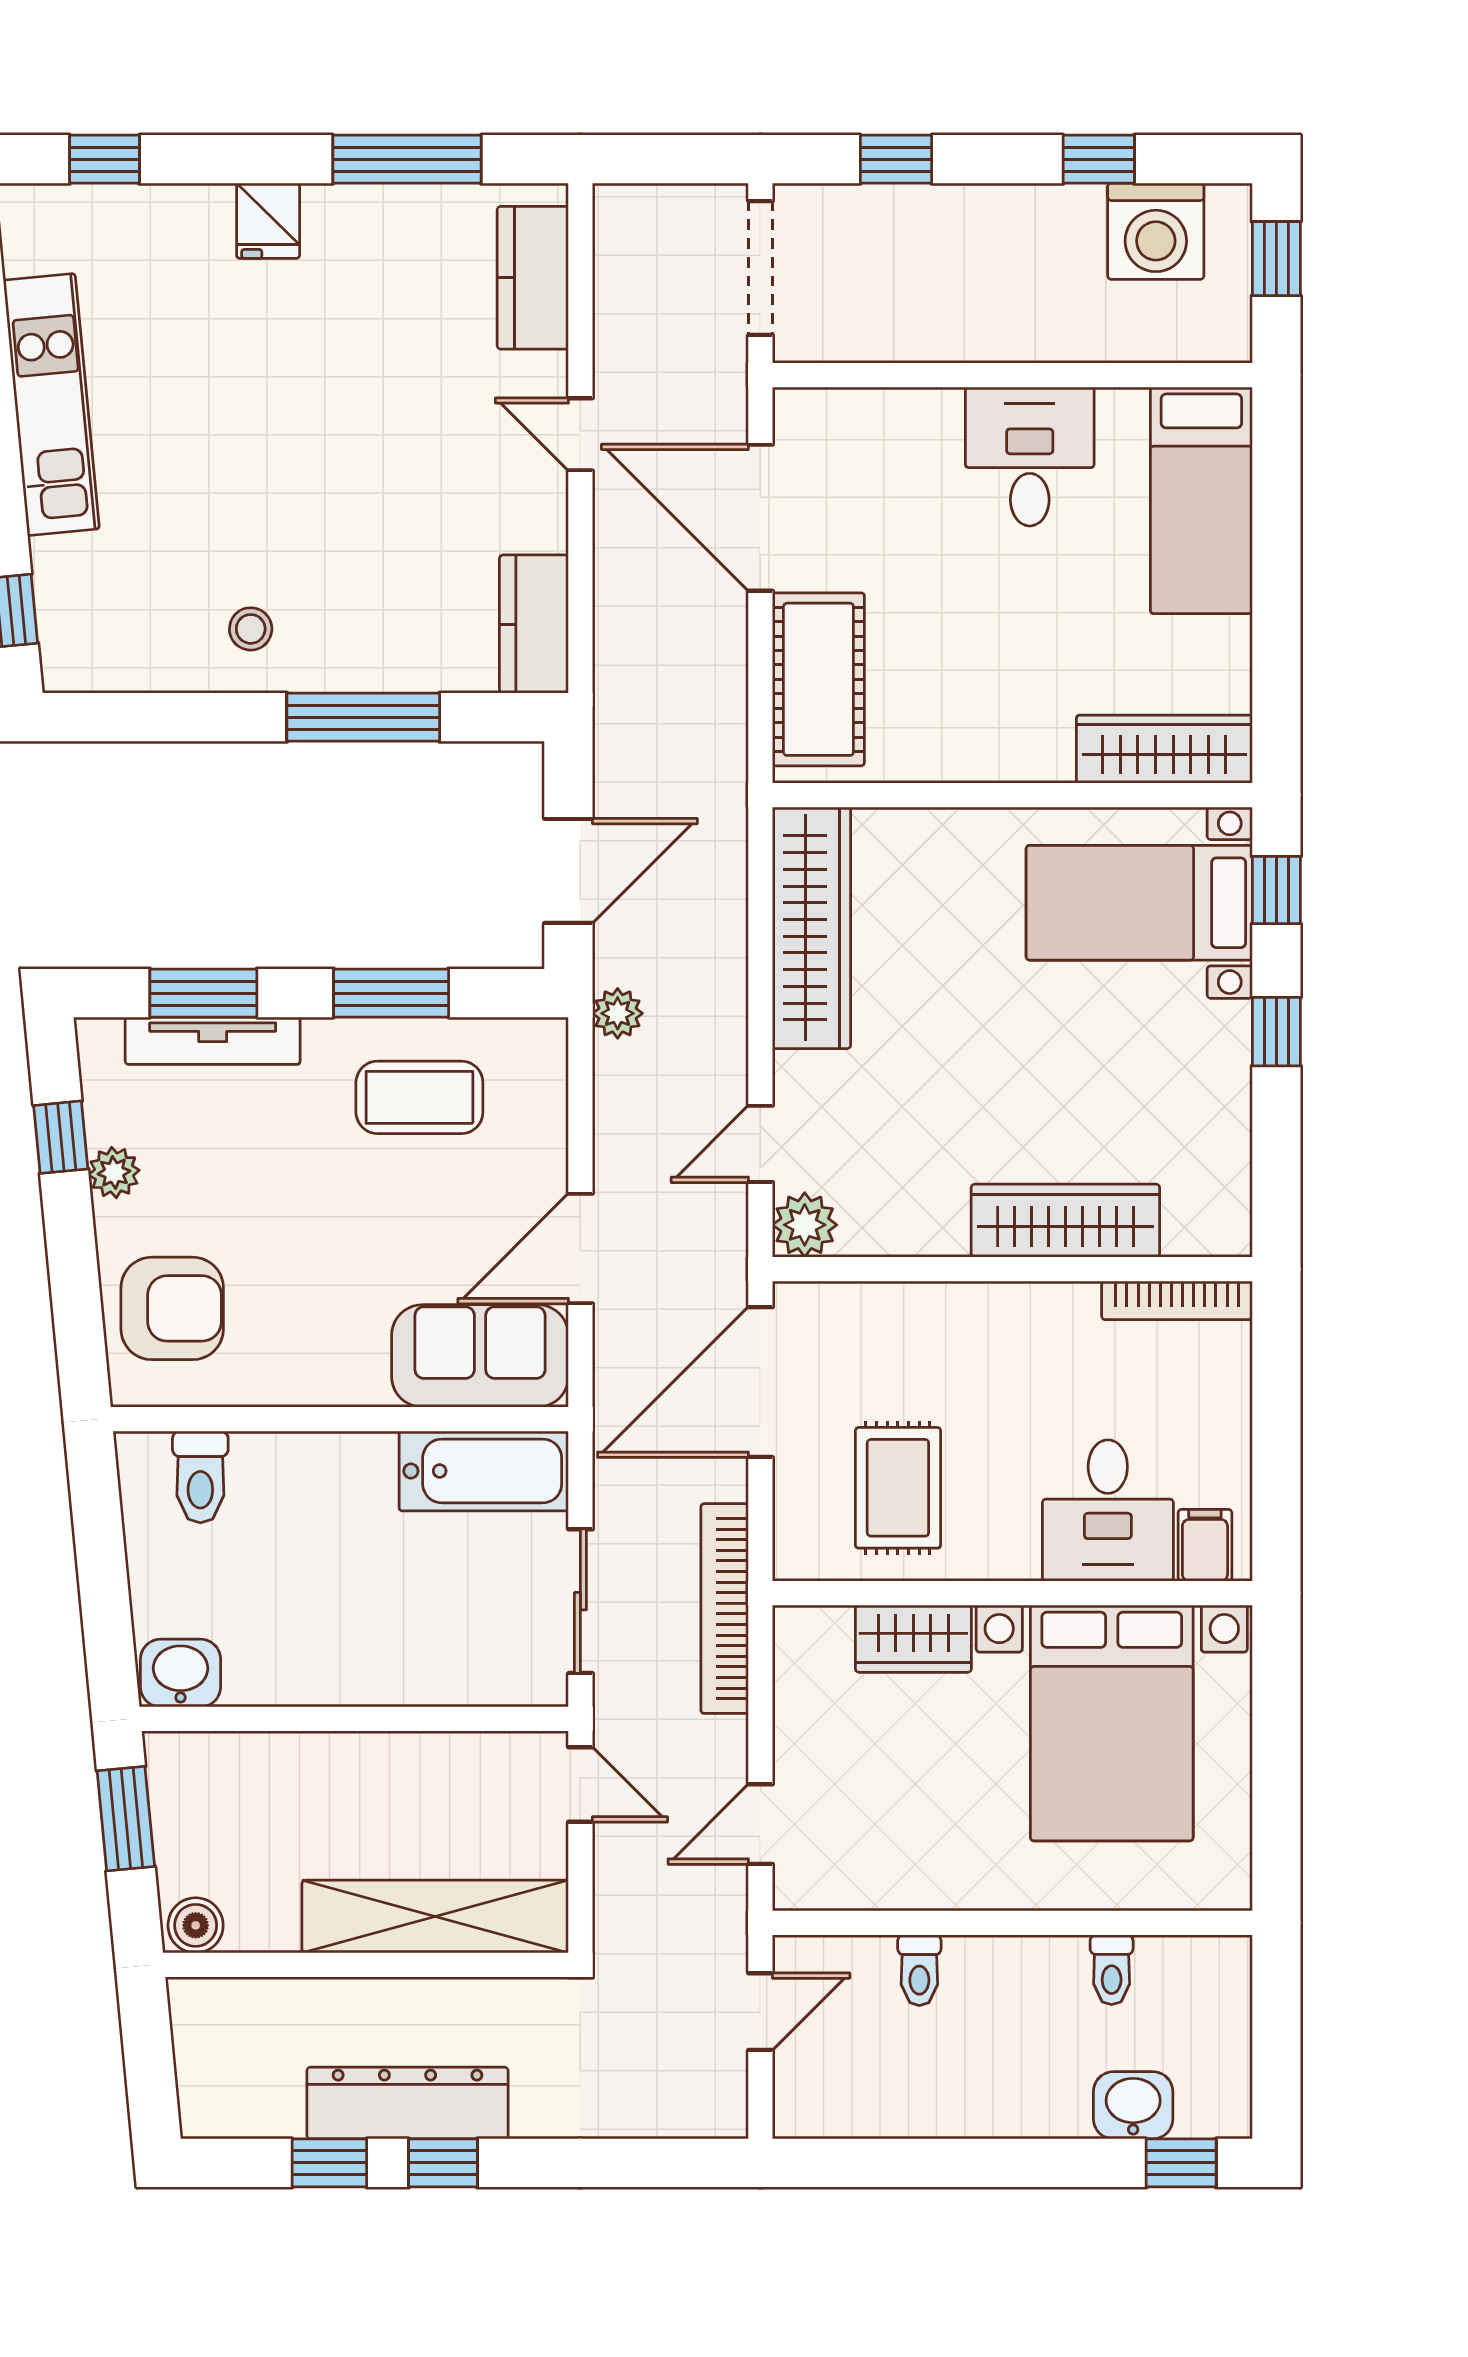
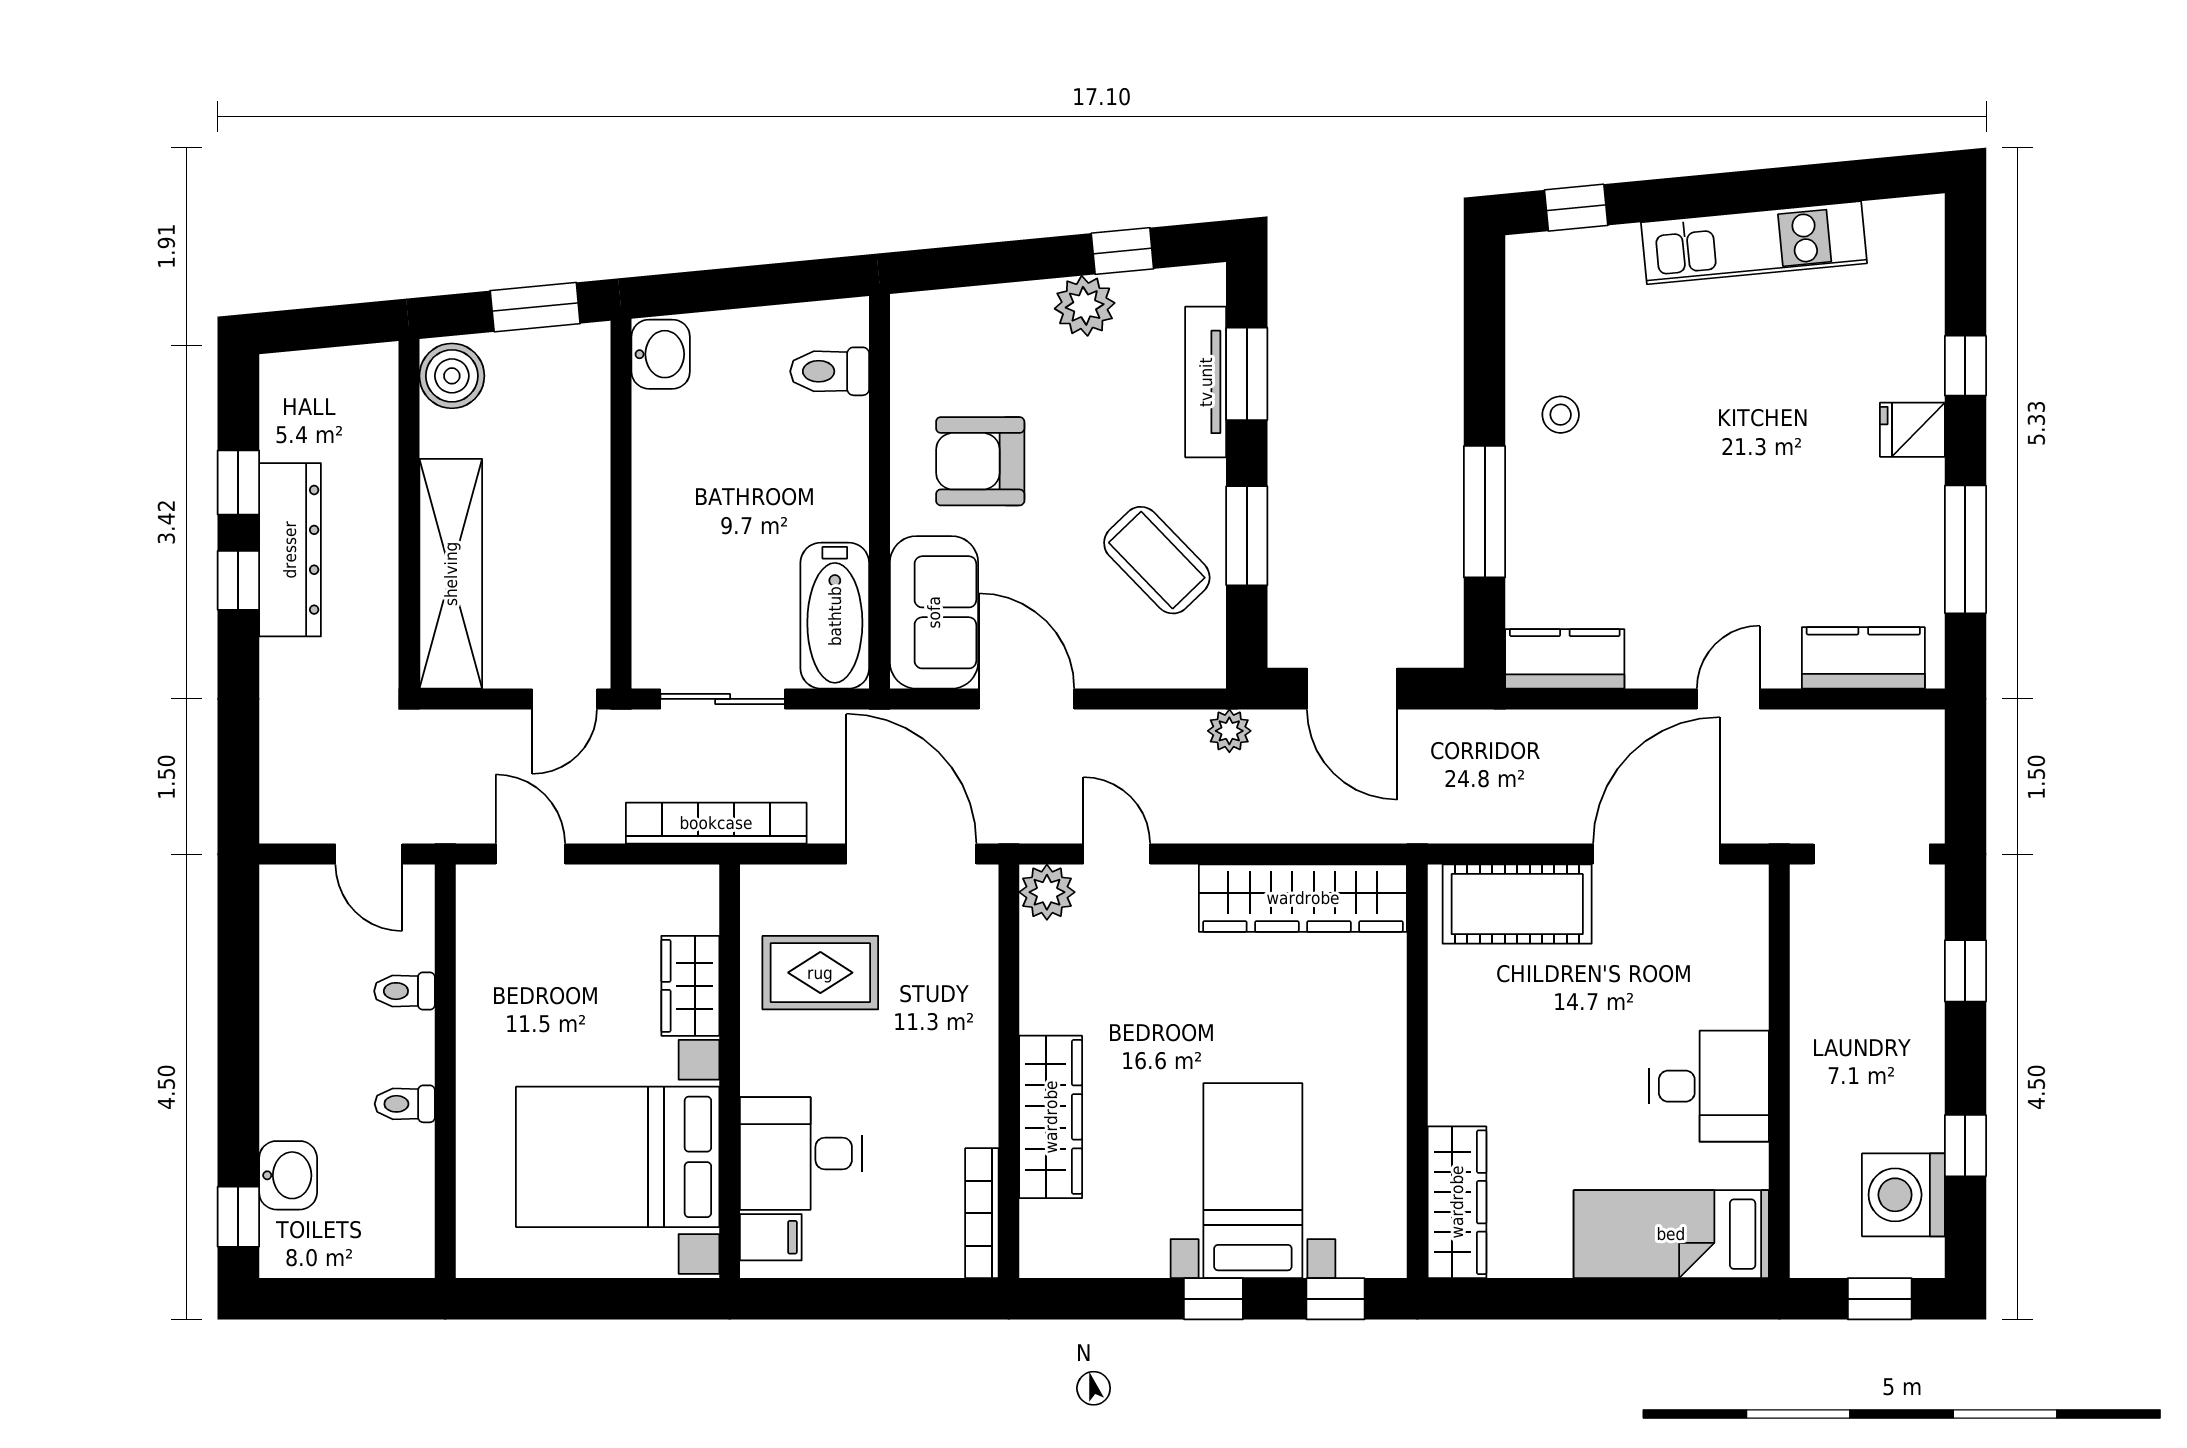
window: (104, 159) -> (1965, 366), moved
bed with nightstands: (1139, 903) -> (1253, 1181), moved
coffee table: (419, 1097) -> (1157, 560), turned -44
plant: (114, 1173) -> (1085, 306), width x1.38, depth x1.38
armchair: (172, 1308) -> (980, 461), moved, turned 90
boiler: (196, 1925) -> (452, 376), width x1.36, depth x1.36
toilet: (1112, 1970) -> (405, 1104), moved

